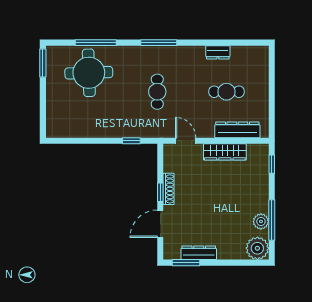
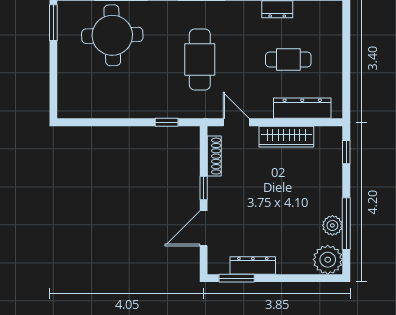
cafe table: (157, 92) -> (200, 60), width x1.37, depth x1.35
shoe rack: (169, 189) -> (214, 156), moved

